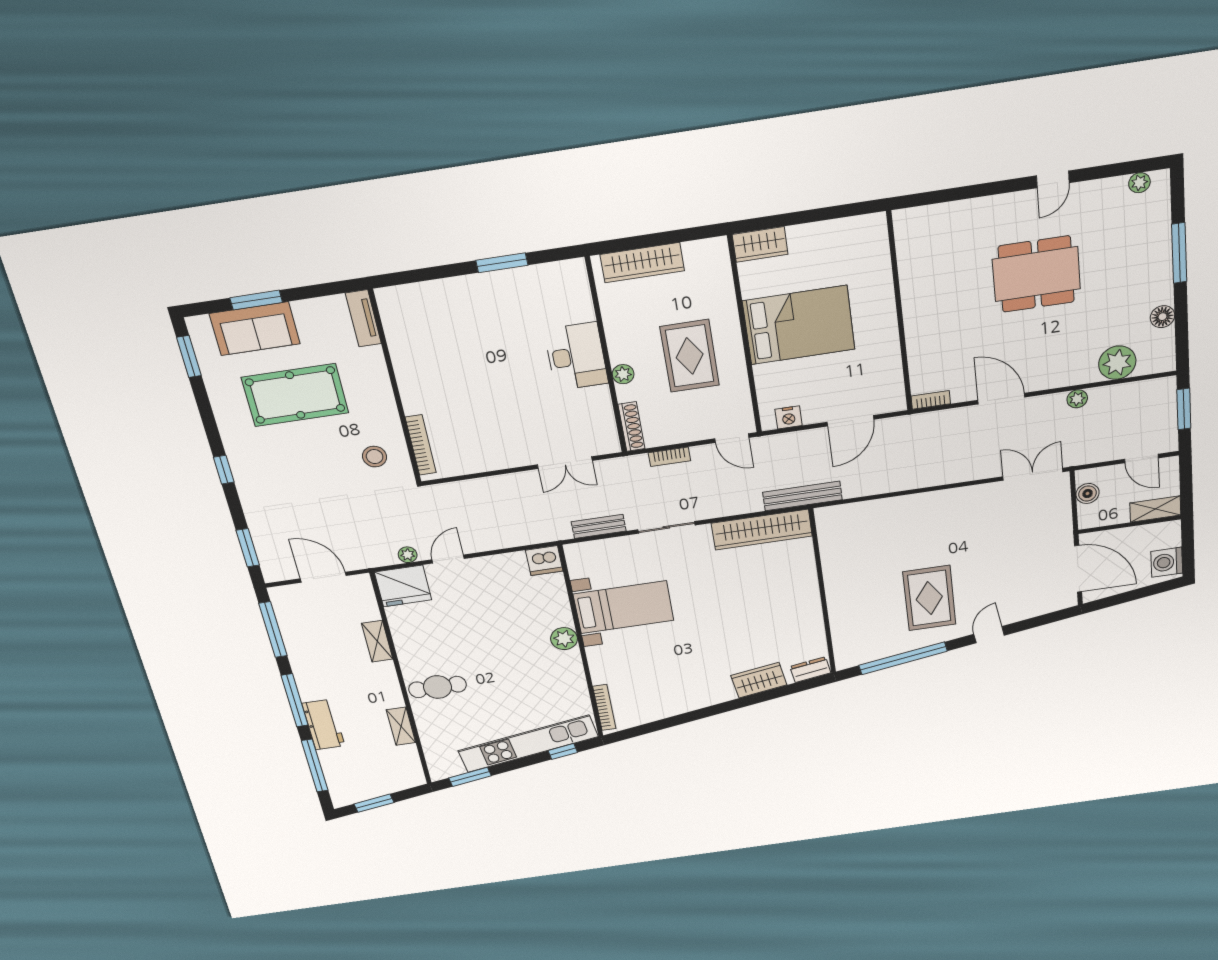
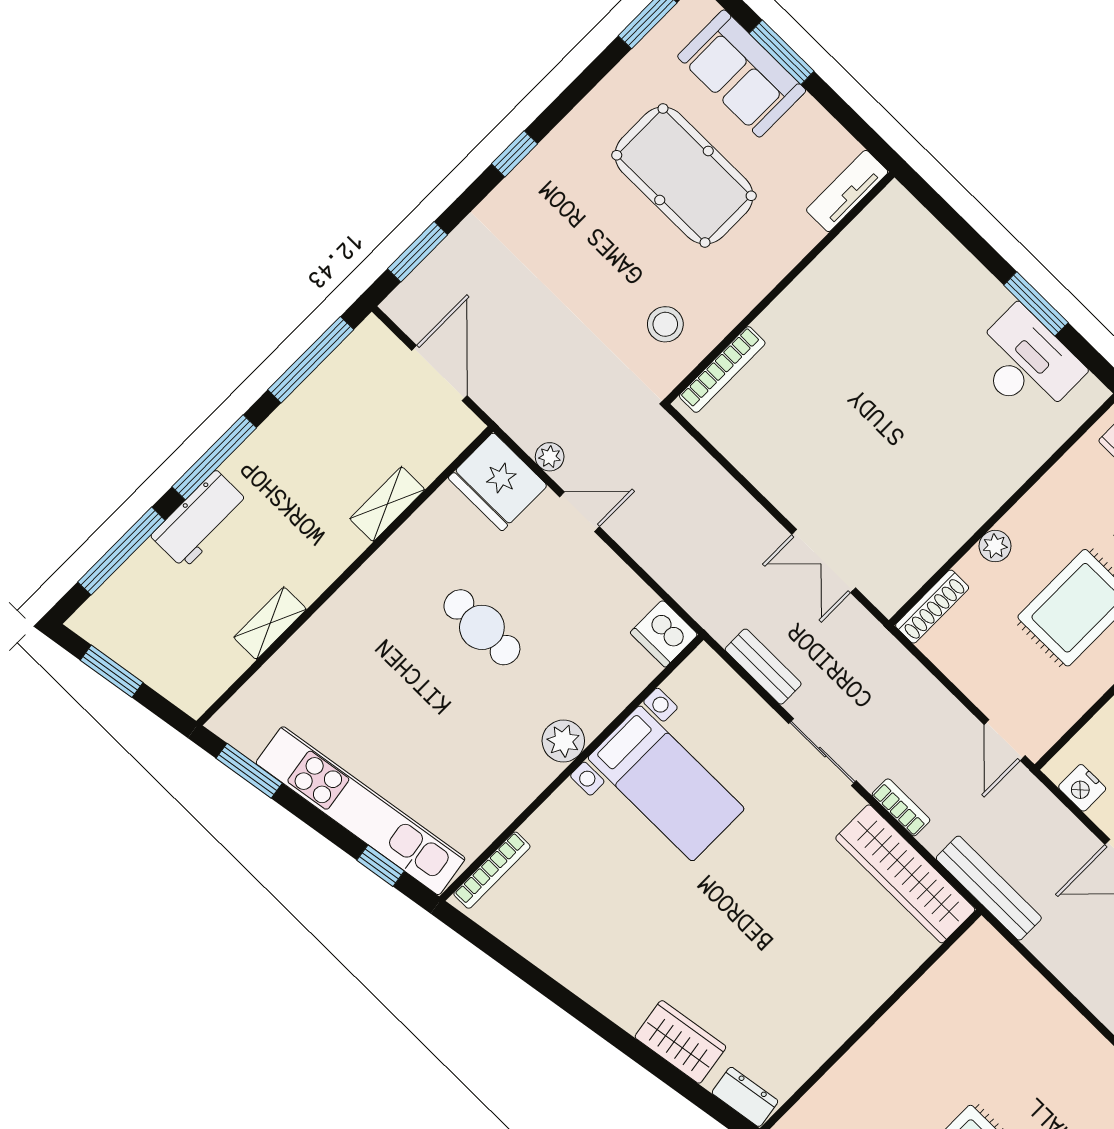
desk: (576, 356) -> (1026, 363), moved, turned -90
bookcase: (669, 457) -> (901, 807), moved, turned 180
cafe table: (438, 687) -> (482, 627), moved

